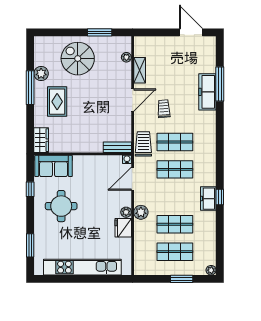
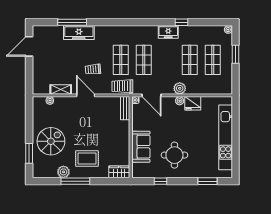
window: (100, 32) -> (29, 153), moved
spiral stairs: (78, 59) -> (51, 141), turned 180
sofa: (53, 166) -> (141, 147), moved
window: (220, 197) -> (182, 22), moved

